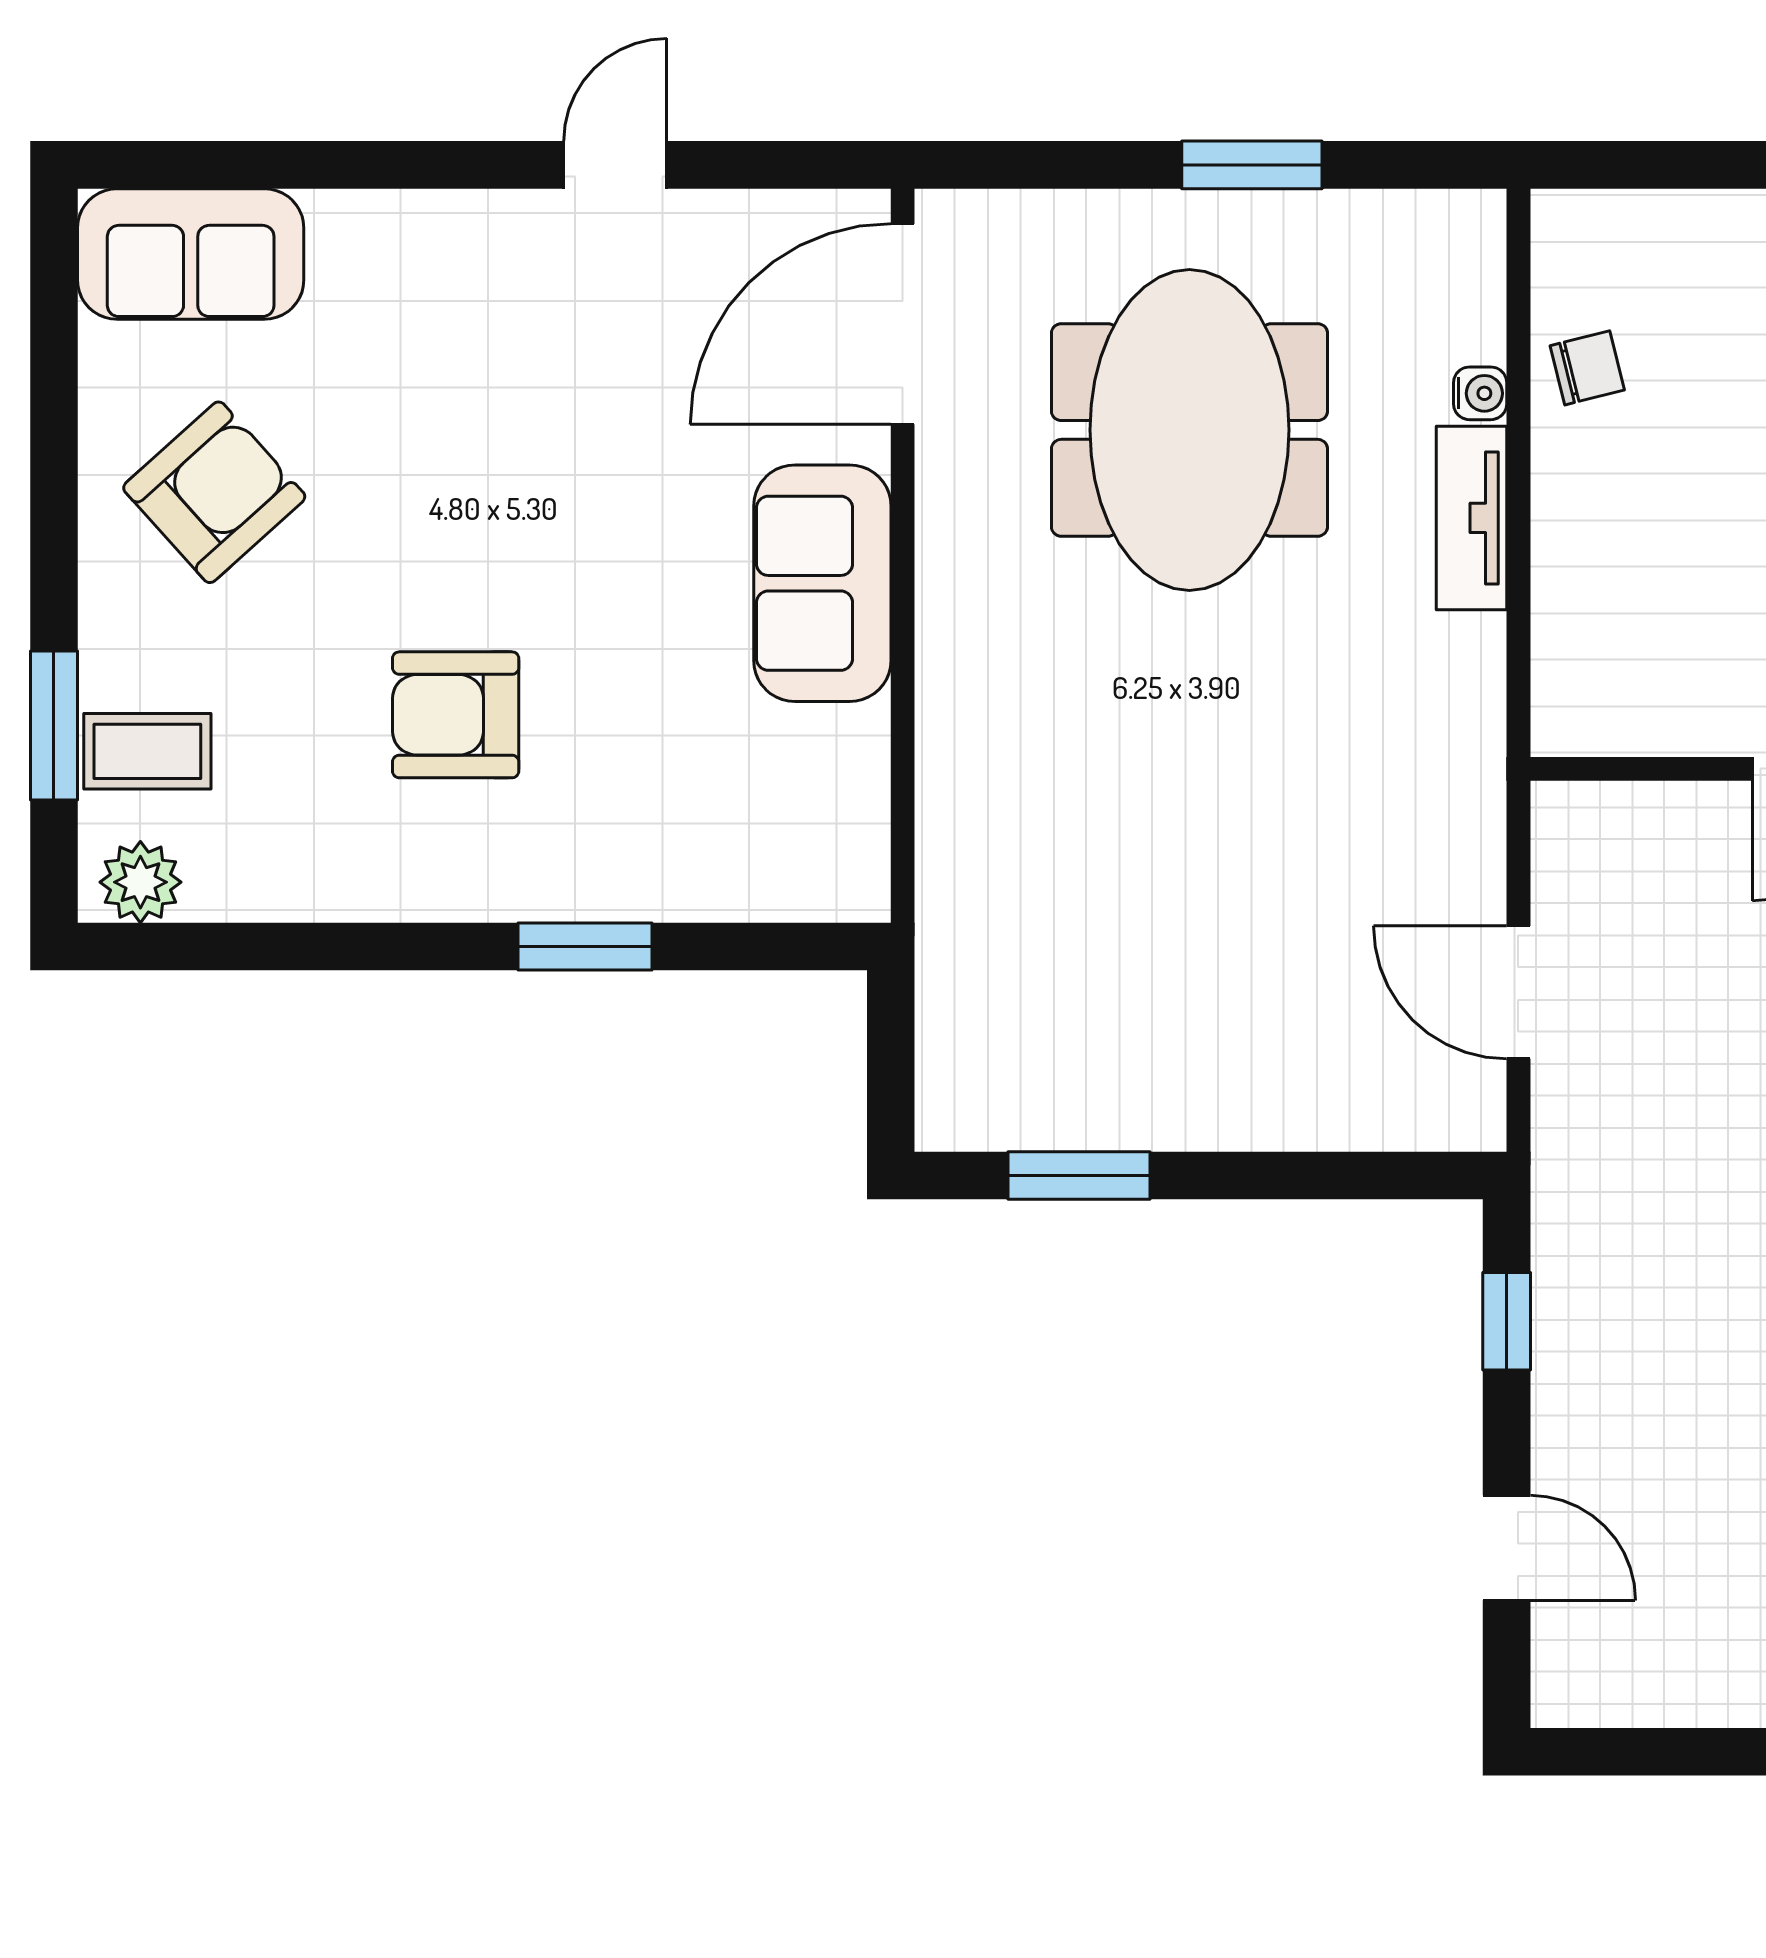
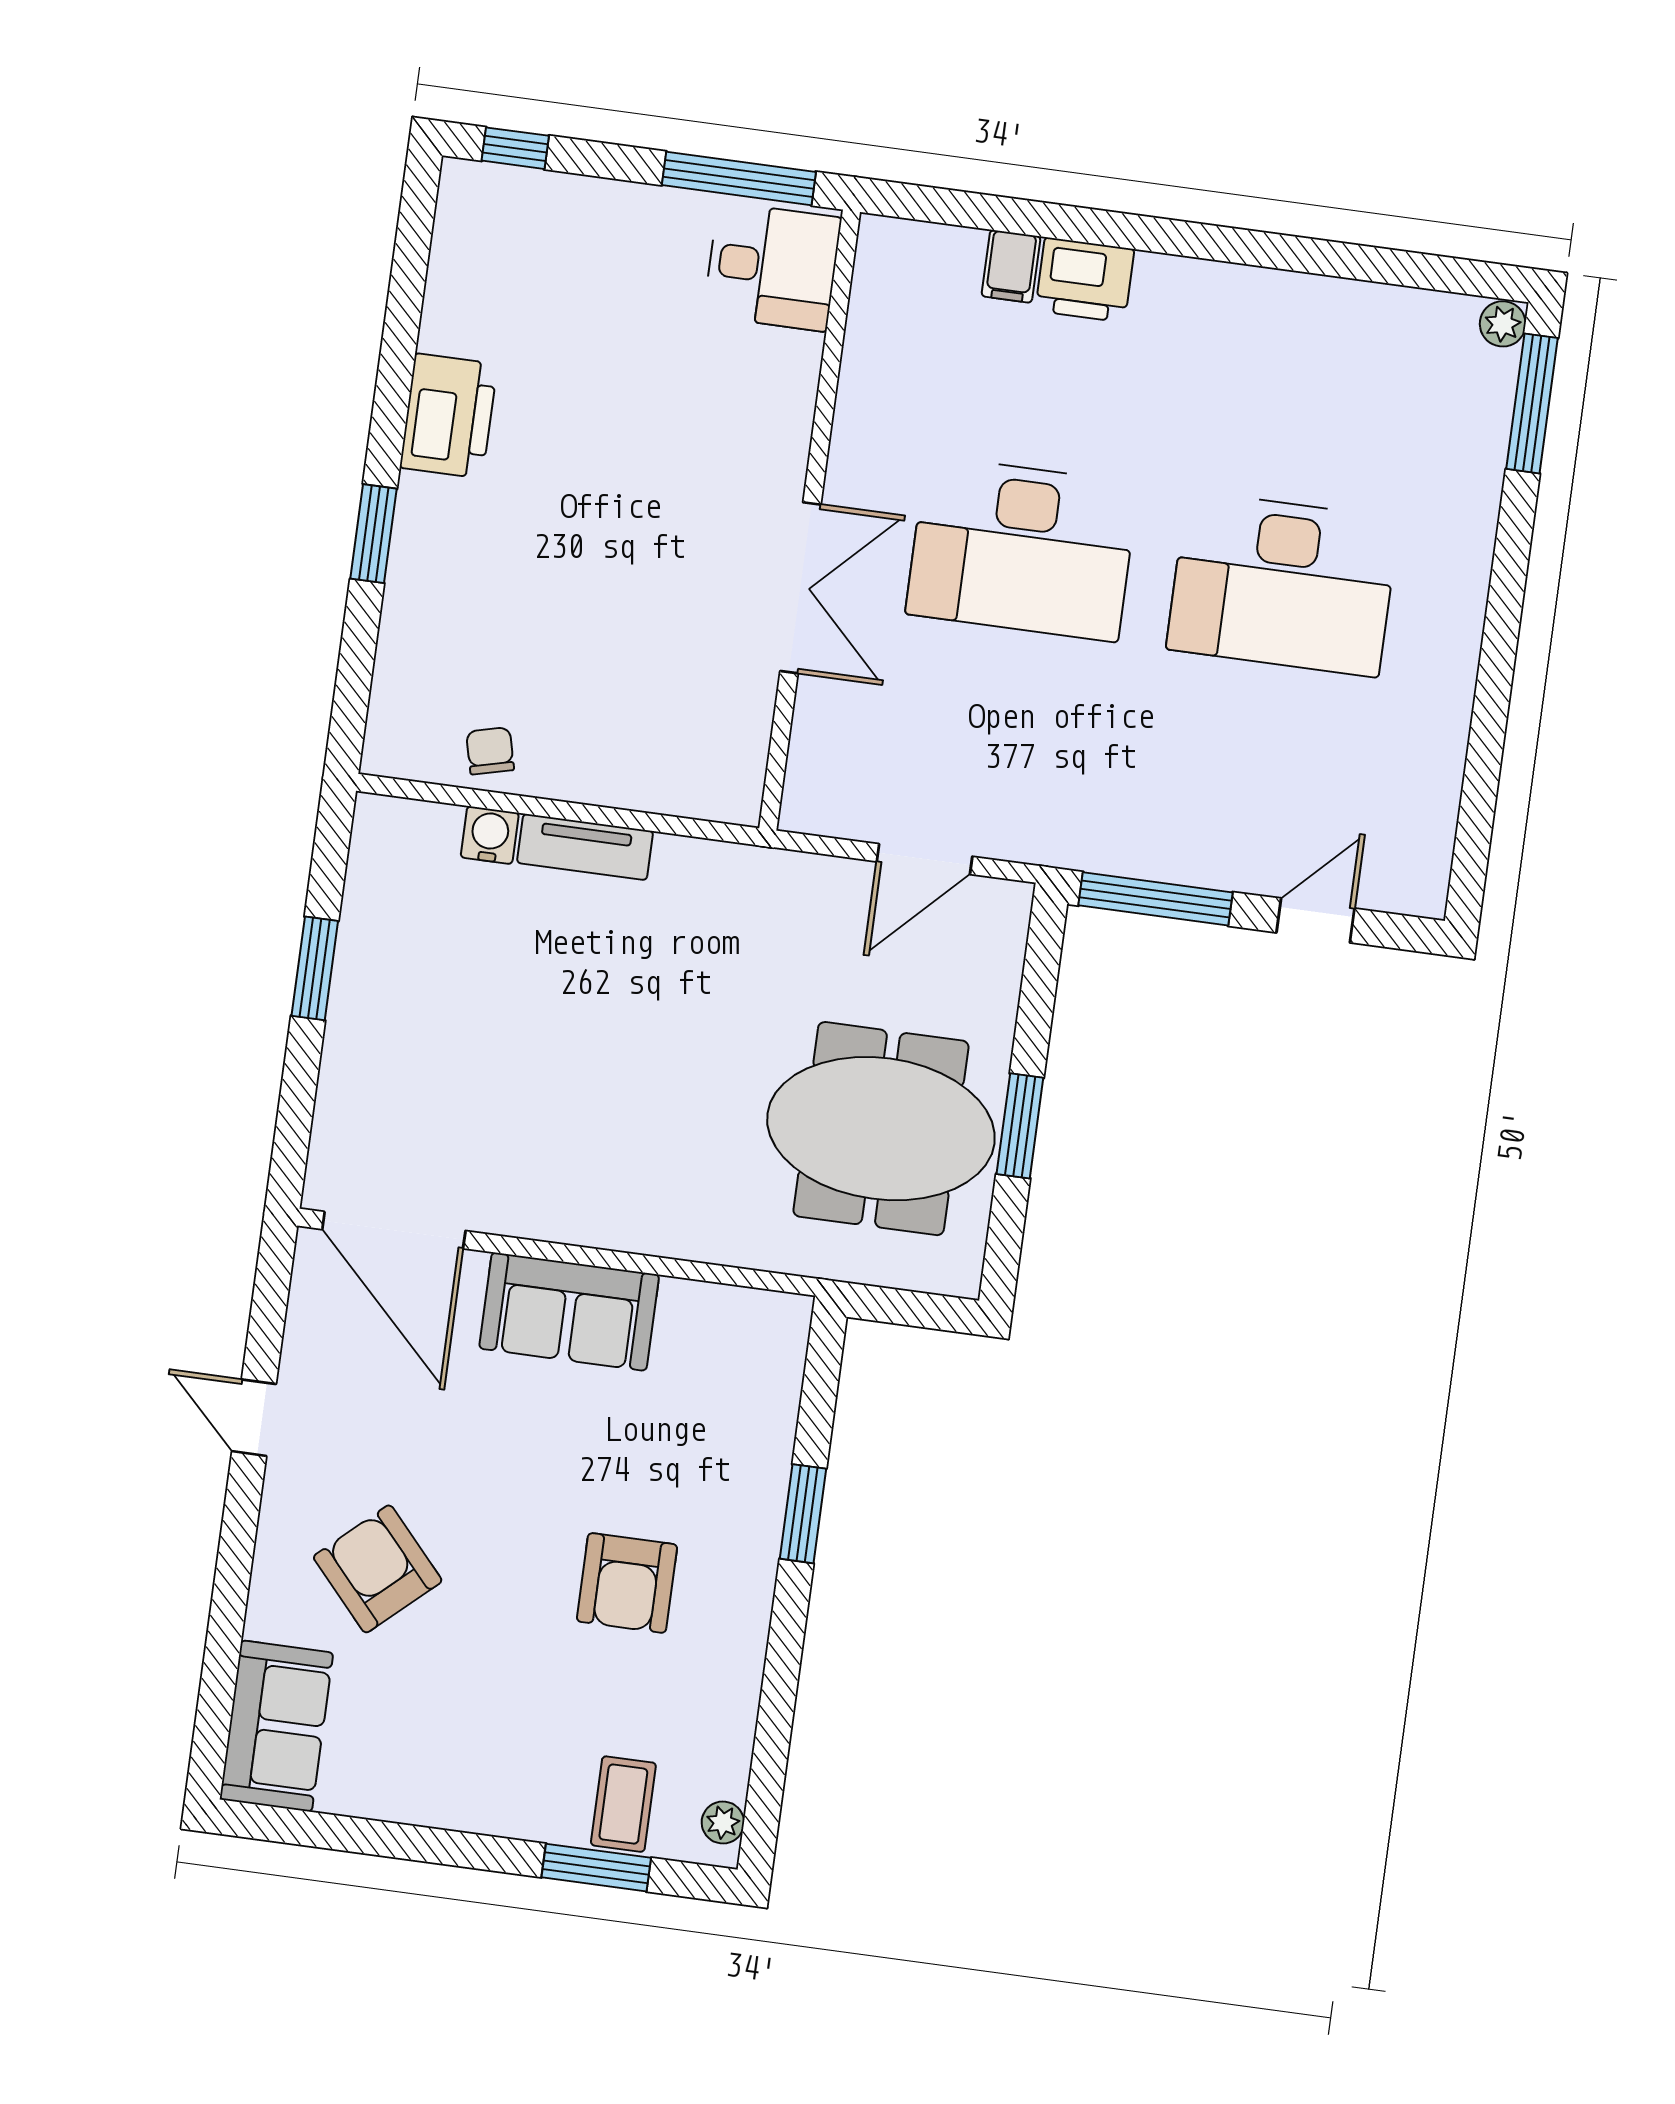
water cooler: (1480, 393) -> (490, 835), width x1.38, depth x1.38
meeting table: (1189, 430) -> (881, 1129), moved
armchair: (214, 492) -> (378, 1569), moved
plant: (140, 882) -> (723, 1822), width x0.73, depth x0.73
window: (1079, 1175) -> (1020, 1126), moved
window: (1507, 1321) -> (1156, 899), width x2.17

